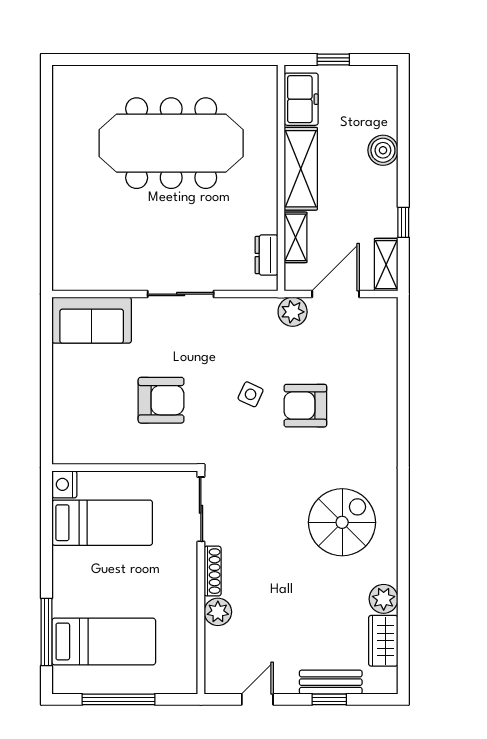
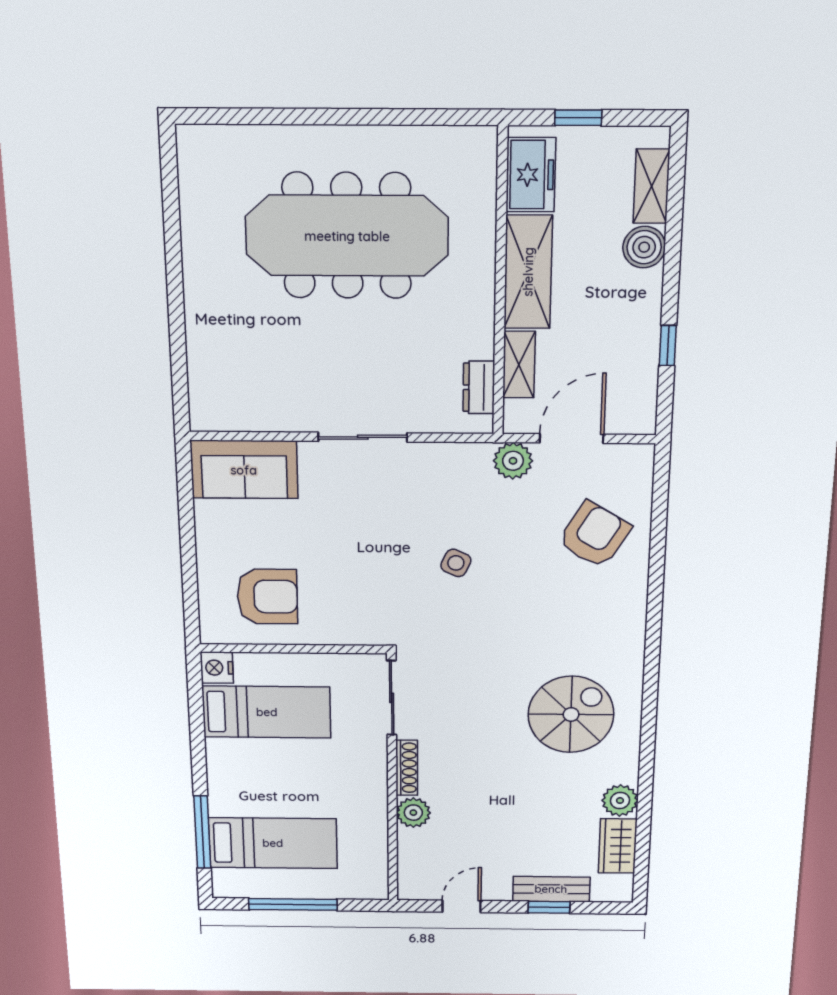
shelving: (386, 265) -> (651, 186), moved
armchair: (161, 400) -> (267, 597), moved
armchair: (305, 406) -> (594, 535), moved, turned 121

